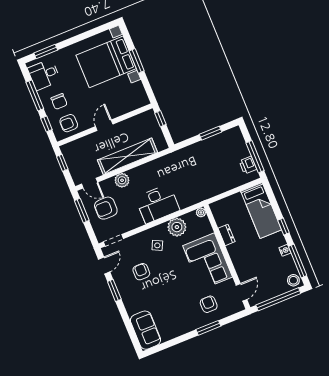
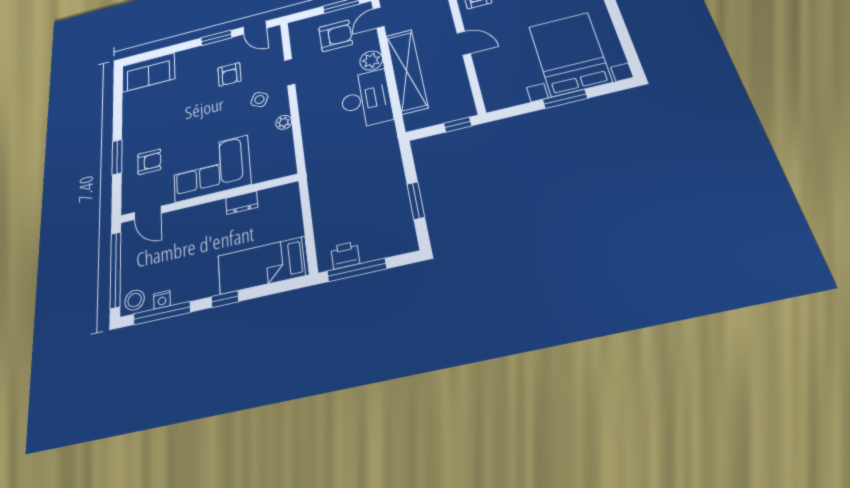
desk: (157, 204) -> (366, 99), moved, turned 180
armchair: (106, 208) -> (336, 36), turned 90
plant: (201, 212) -> (289, 168), removed
plant: (177, 227) -> (284, 122), width x0.53, depth x0.53
doorway: (113, 240) -> (290, 72), moved
nightstand: (285, 250) -> (162, 300), moved
armchair: (141, 272) -> (229, 74), turned 90

